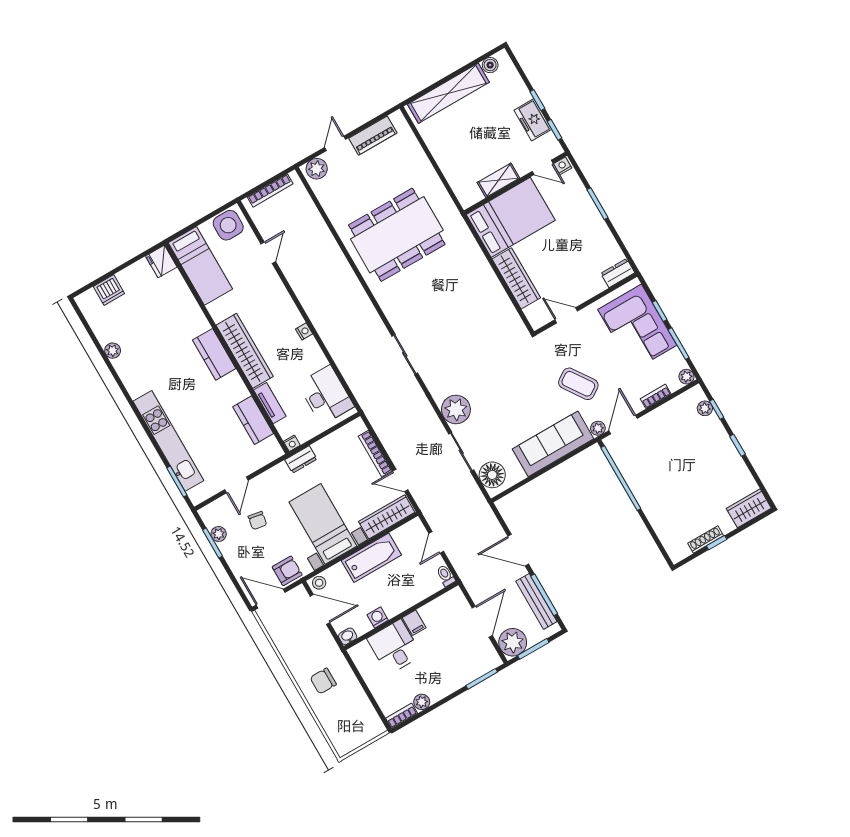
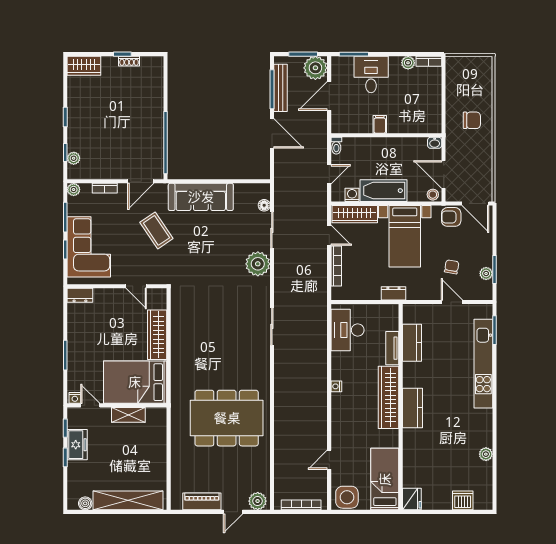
plant: (598, 428) -> (161, 189), removed
nightstand: (292, 443) -> (393, 309), removed
floor lamp: (492, 475) -> (264, 205), width x0.53, depth x0.53
door: (236, 485) -> (452, 302), hinge flipped
shoe rack: (706, 540) -> (129, 61), width x0.70
washing machine: (378, 617) -> (352, 195), moved, turned 180
desk: (394, 647) -> (371, 74), moved, turned 180

